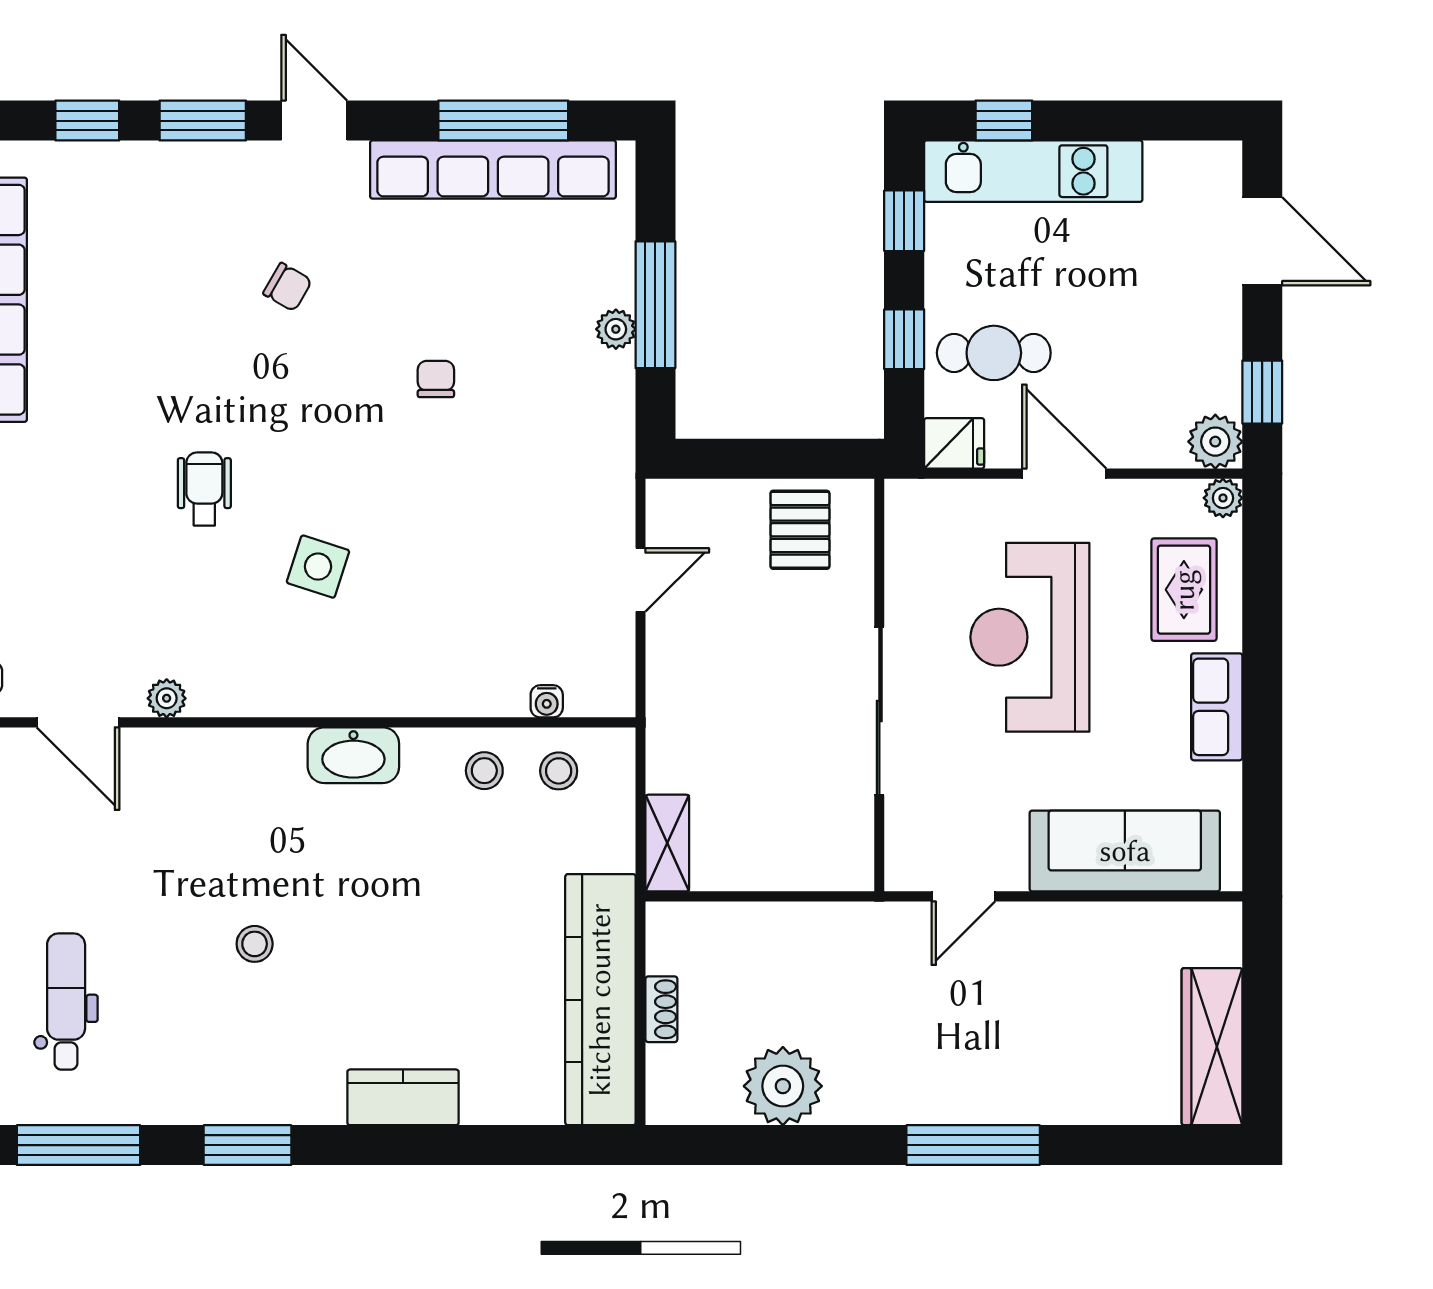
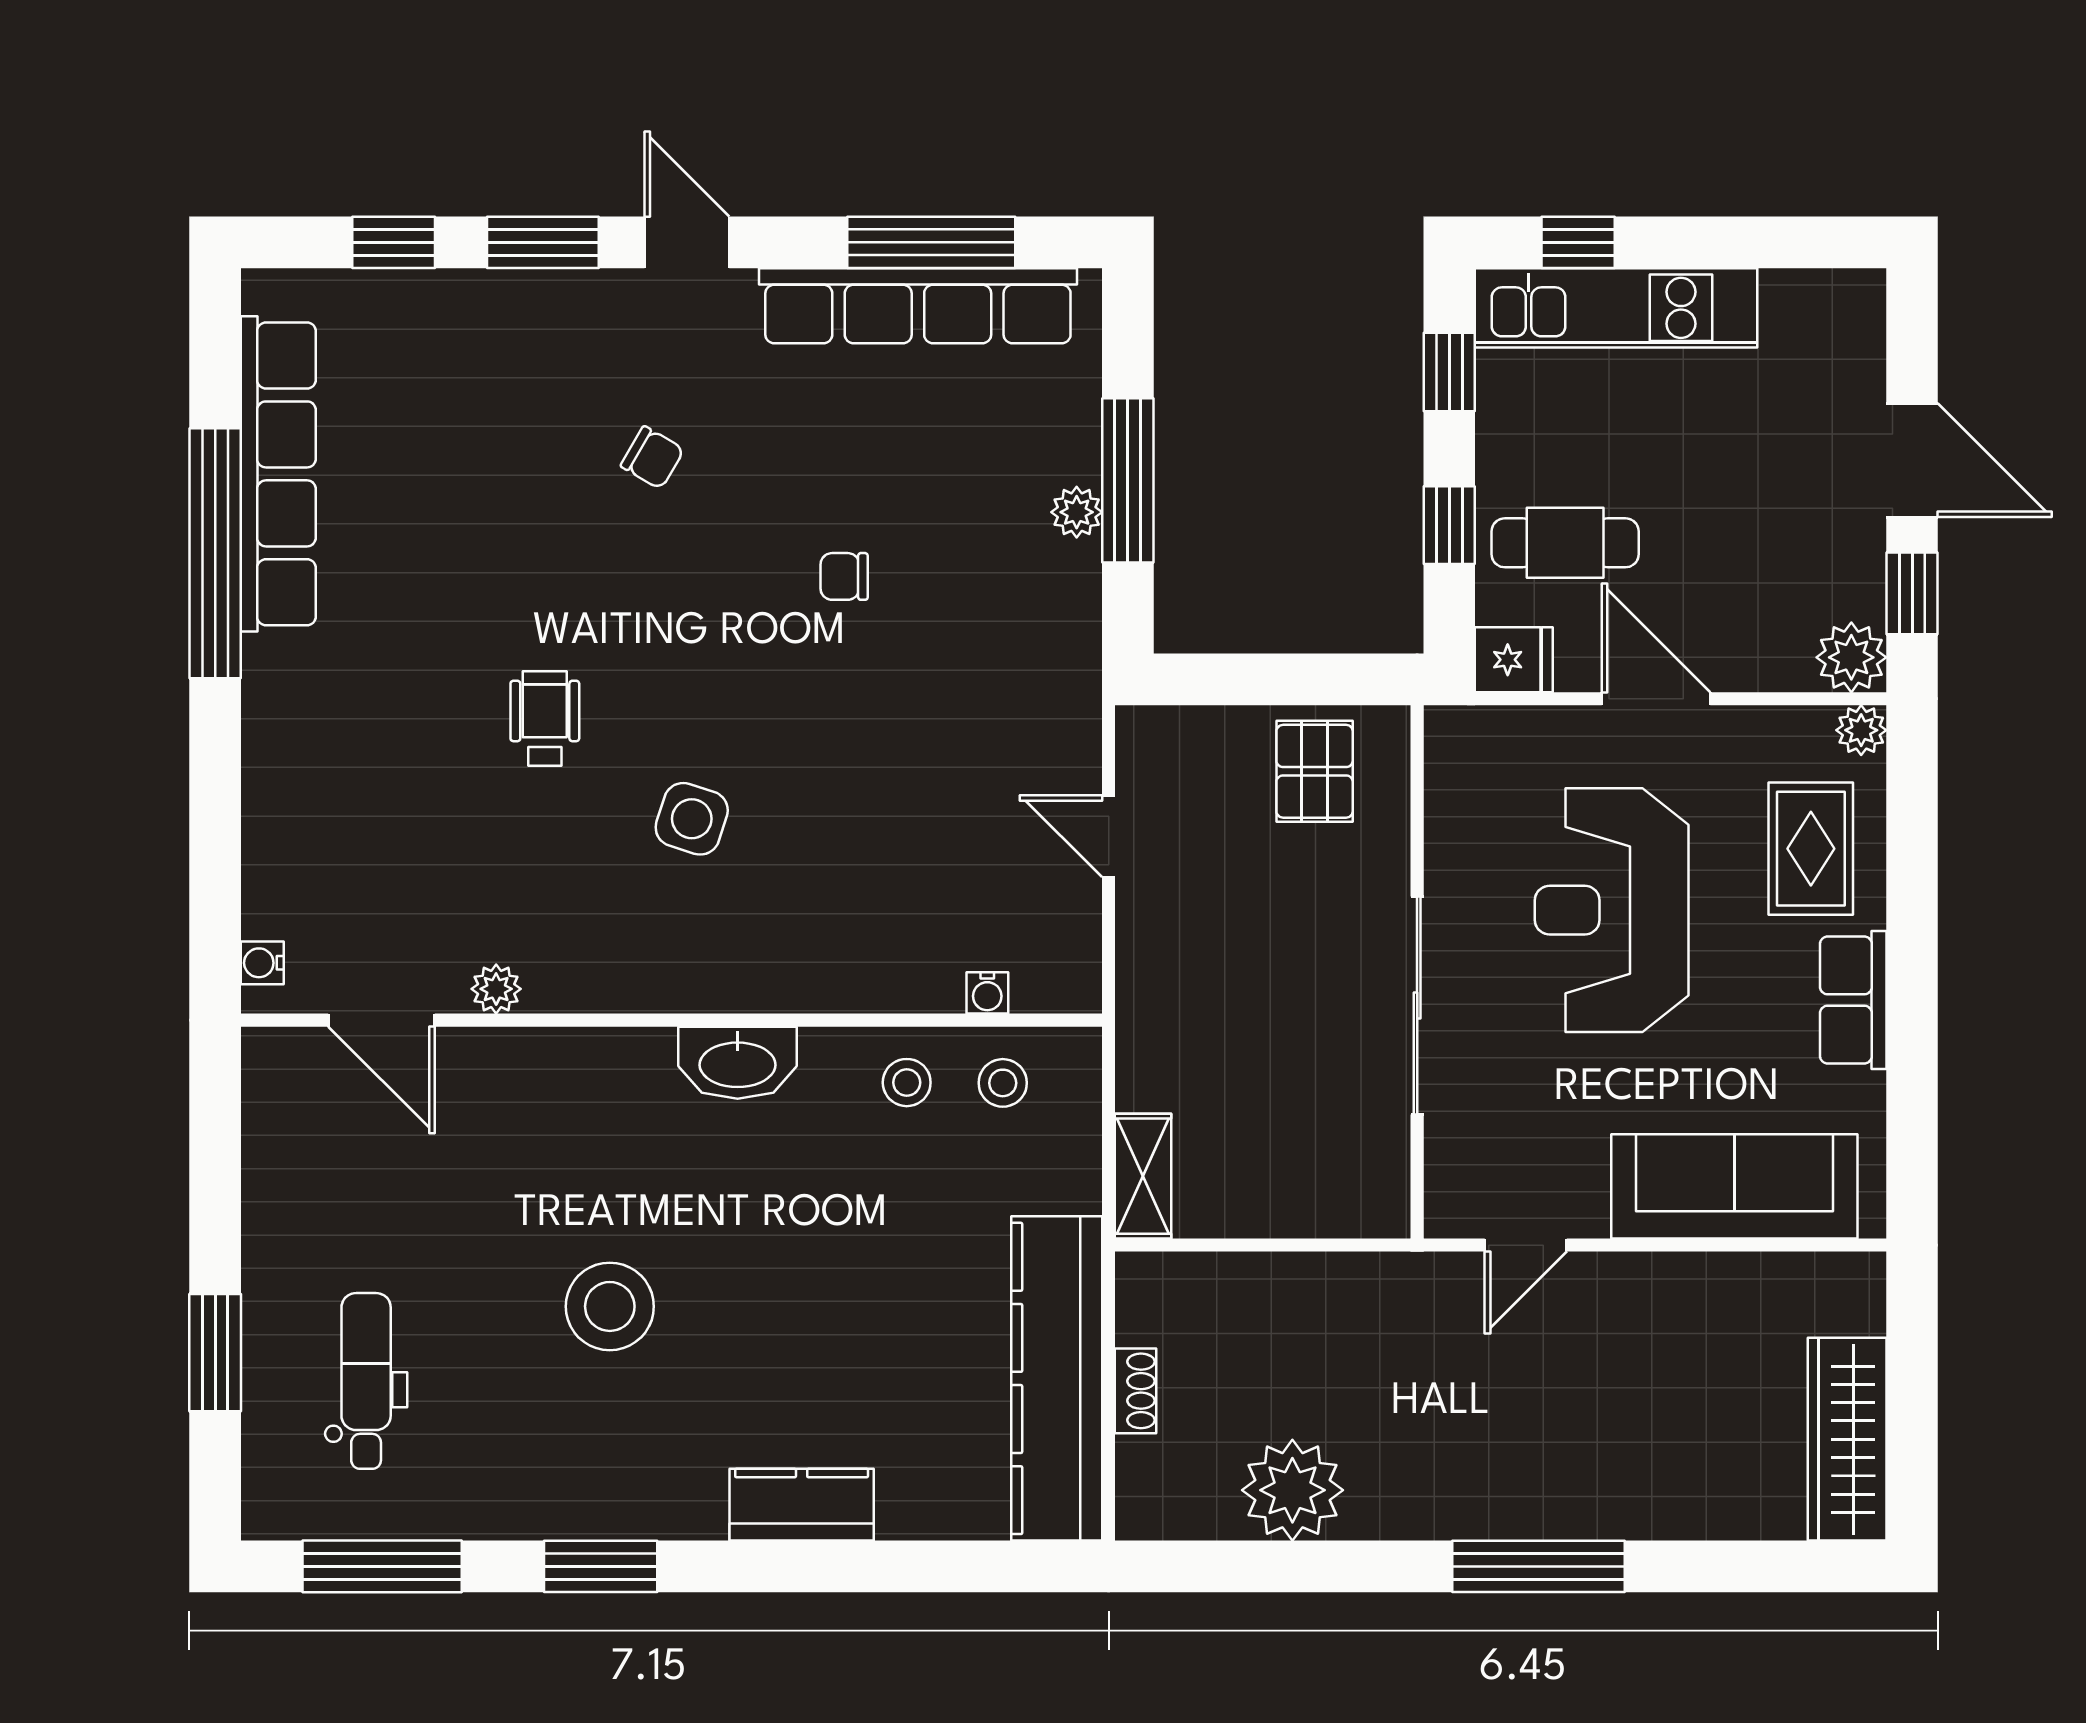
door: (1262, 241) -> (1912, 460), moved
chair: (436, 379) -> (844, 576), turned -90
door: (641, 580) -> (1109, 836), swing flipped
stool: (255, 944) -> (610, 1306), width x1.89, depth x1.89

